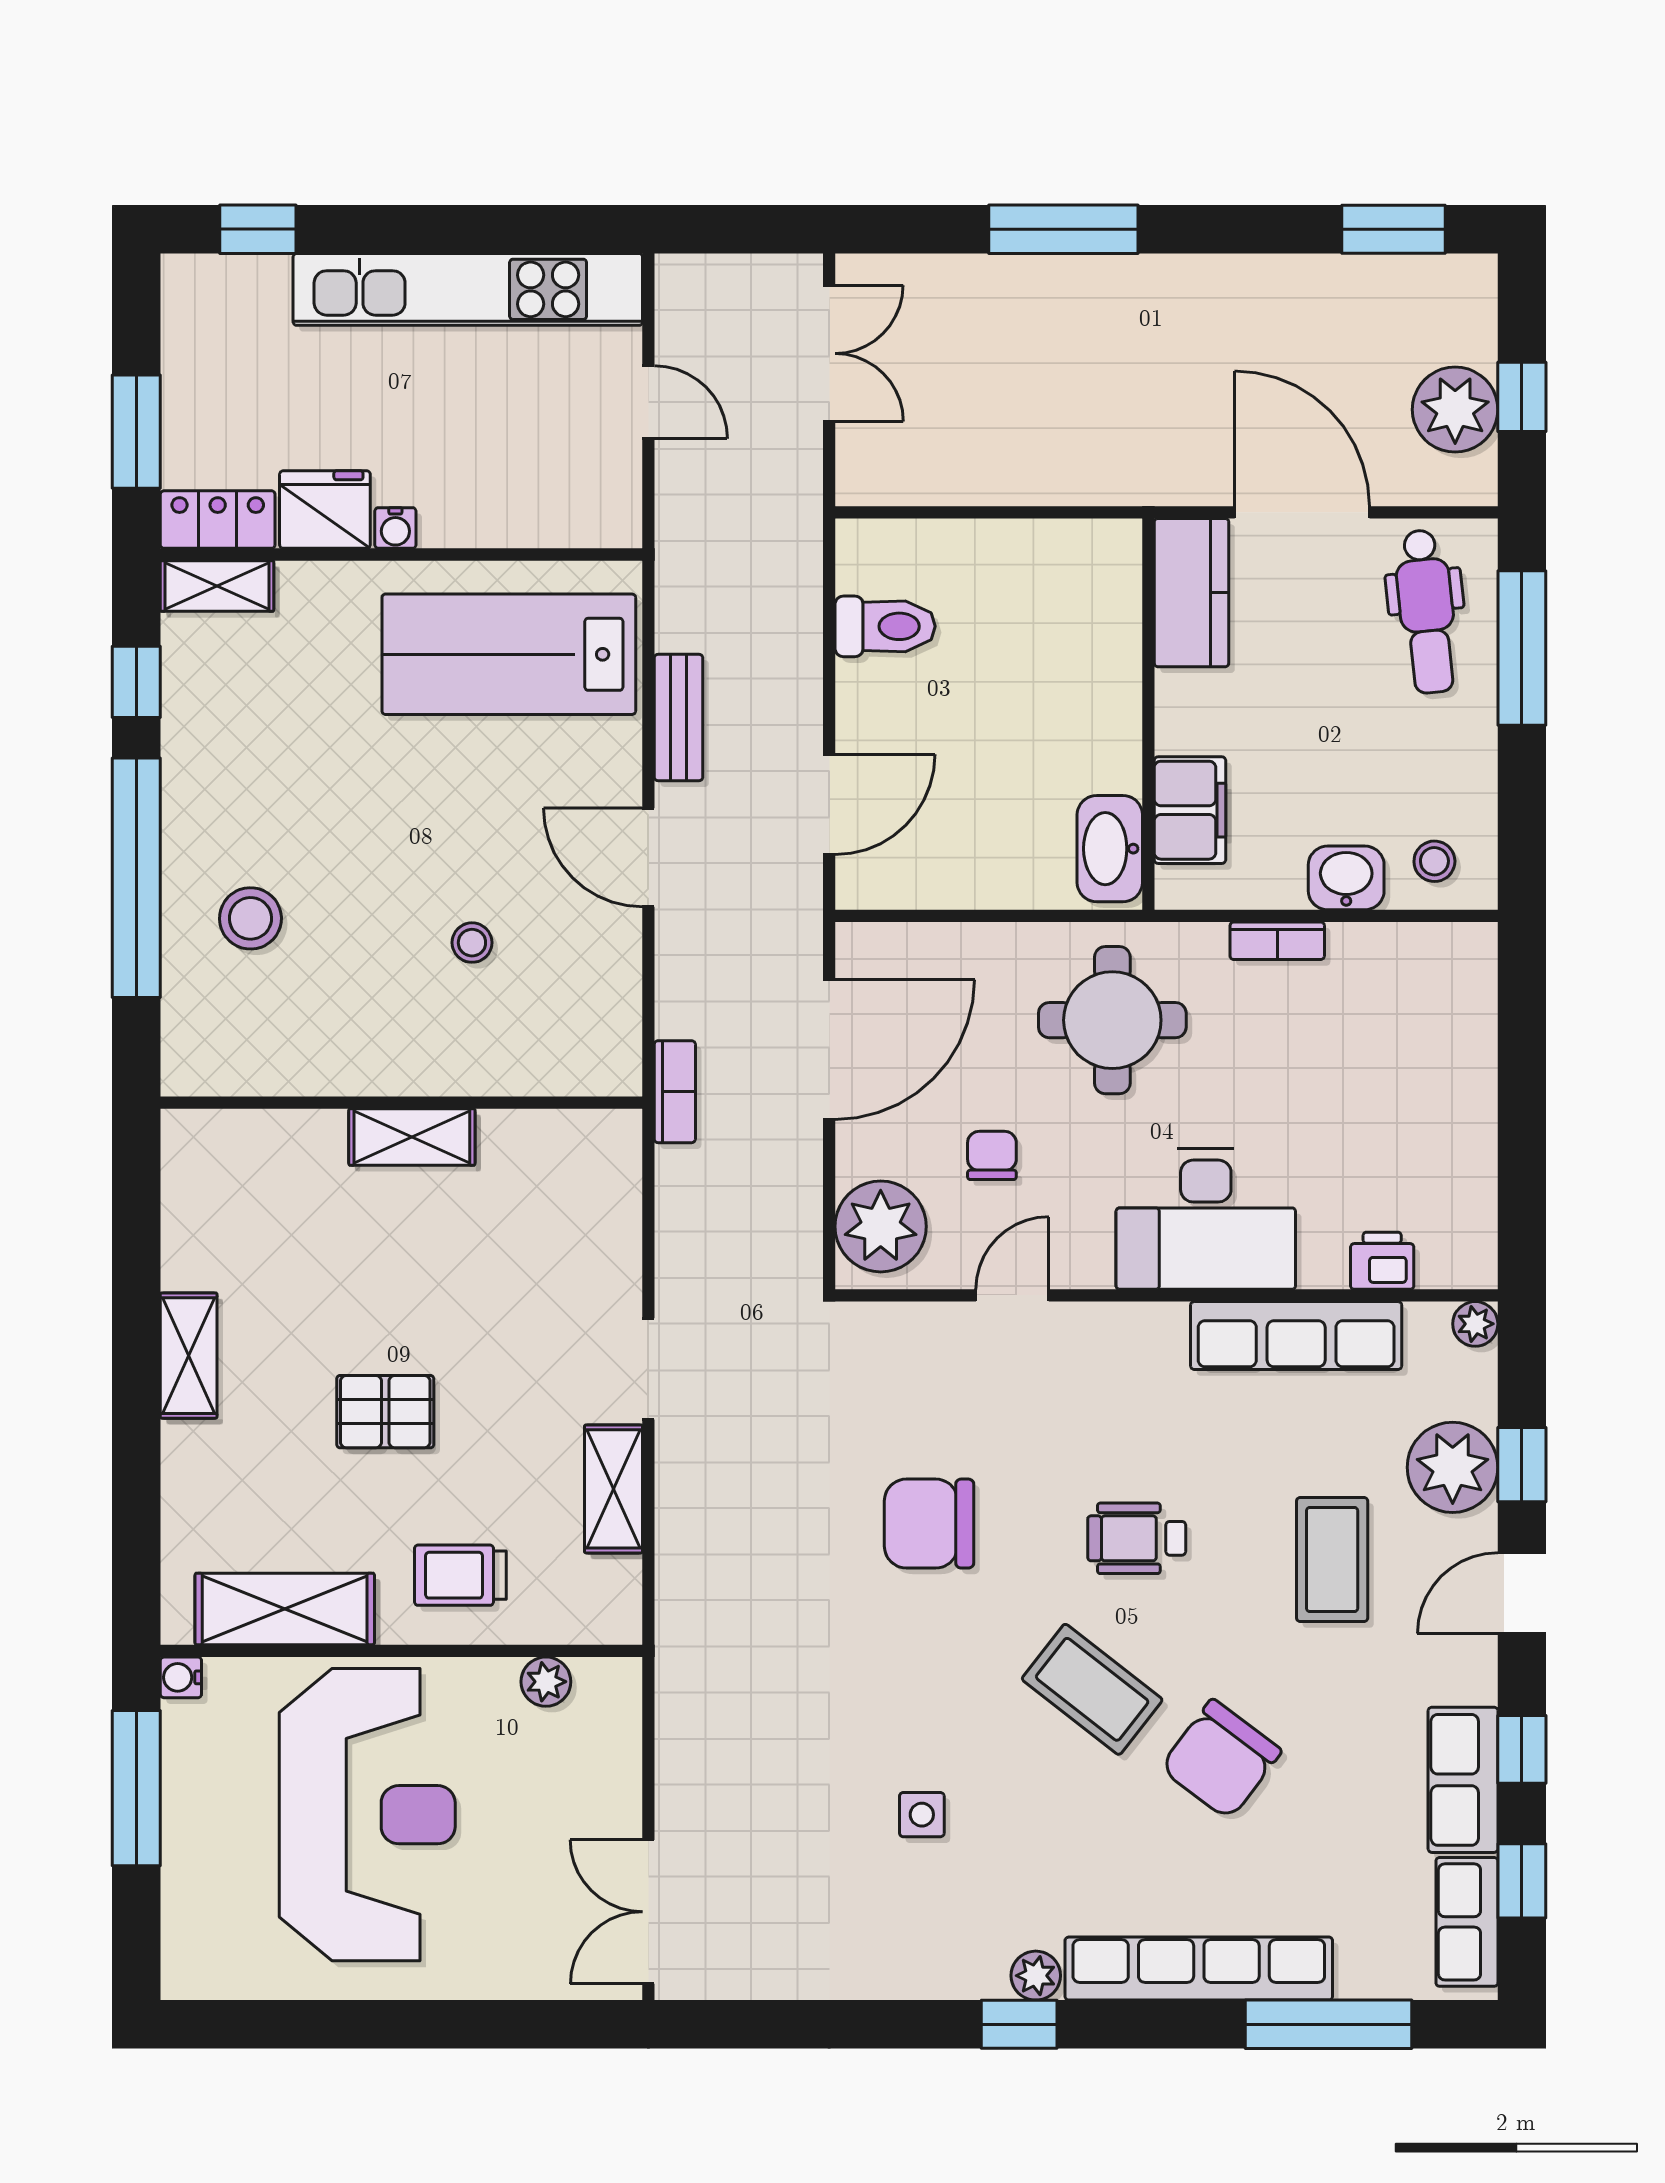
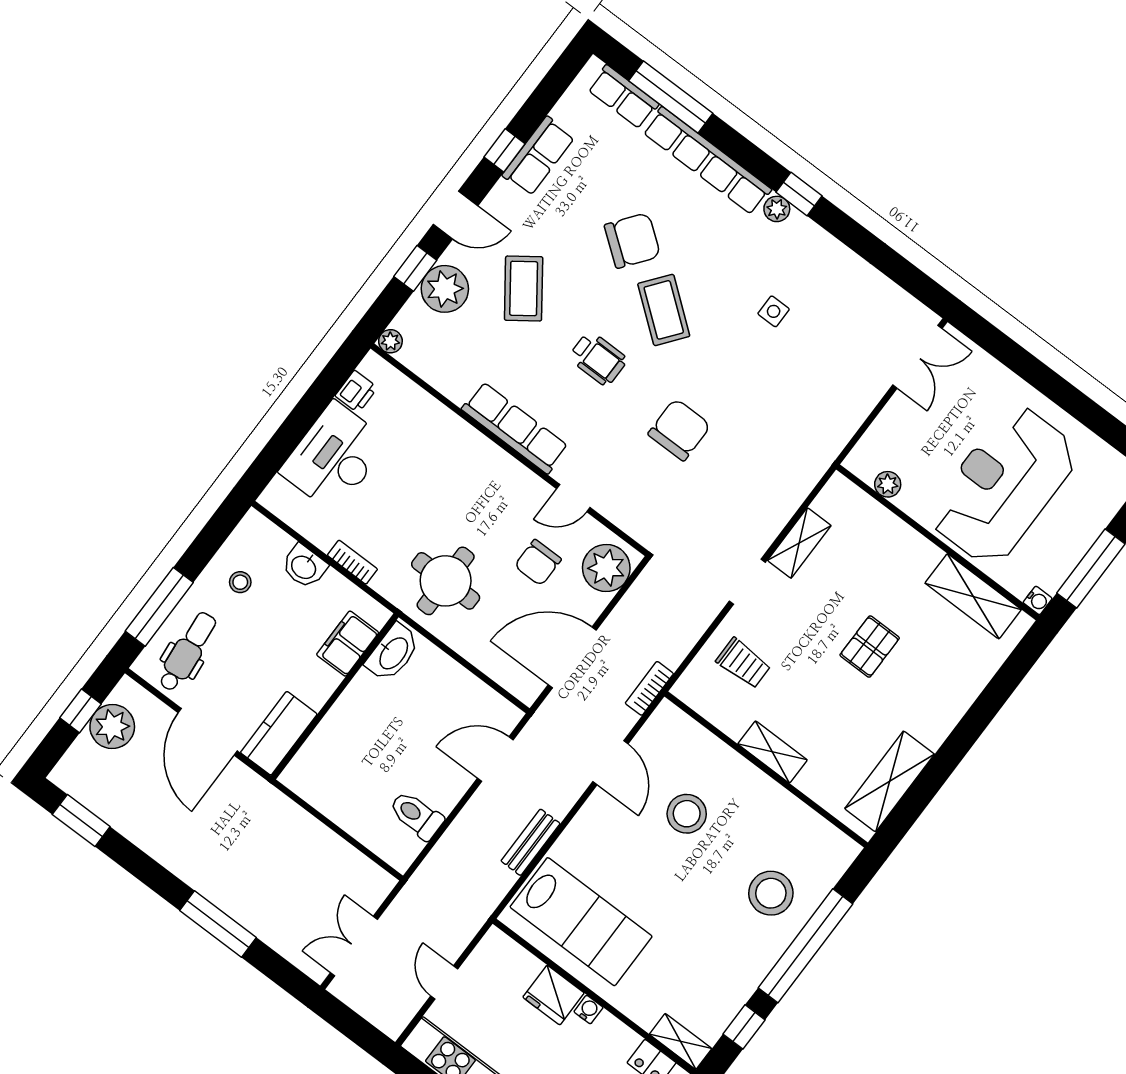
fridge: (325, 510) -> (553, 995), moved
door: (648, 858) -> (610, 763), moved
stool: (1434, 861) -> (240, 582), moved
stool: (250, 918) -> (771, 893), width x1.38, depth x1.38
stool: (472, 943) -> (687, 814), width x1.89, depth x1.89
chair: (992, 1155) -> (538, 563), width x1.37, depth x1.37
desk: (1206, 1219) -> (334, 457), moved, turned -90
printer: (1382, 1261) -> (356, 392), moved, turned -90
row of seats: (1296, 1336) -> (515, 428), moved
shelving: (189, 1356) -> (890, 781), moved, width x1.50, depth x1.33
pallet: (385, 1412) -> (870, 647), turned 90
chair: (929, 1524) -> (679, 430), turned -90
coffee table: (1332, 1560) -> (524, 288), turned -36
trolley: (460, 1575) -> (743, 663), moved
window: (1522, 1881) -> (546, 96), removed
row of seats: (1467, 1922) -> (623, 97), moved, turned 90

